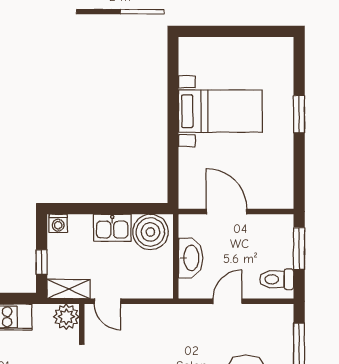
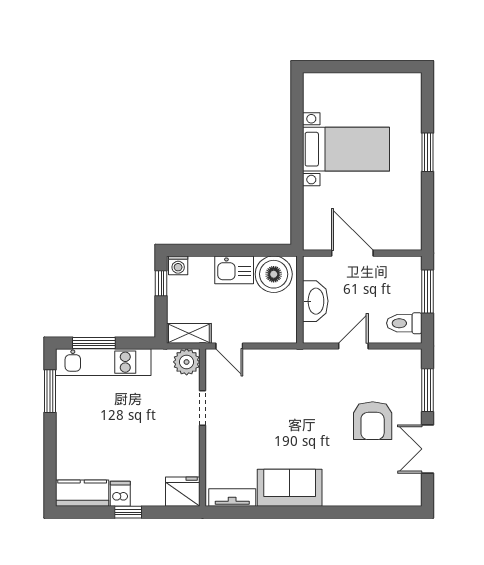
window: (42, 262) -> (161, 283), moved

